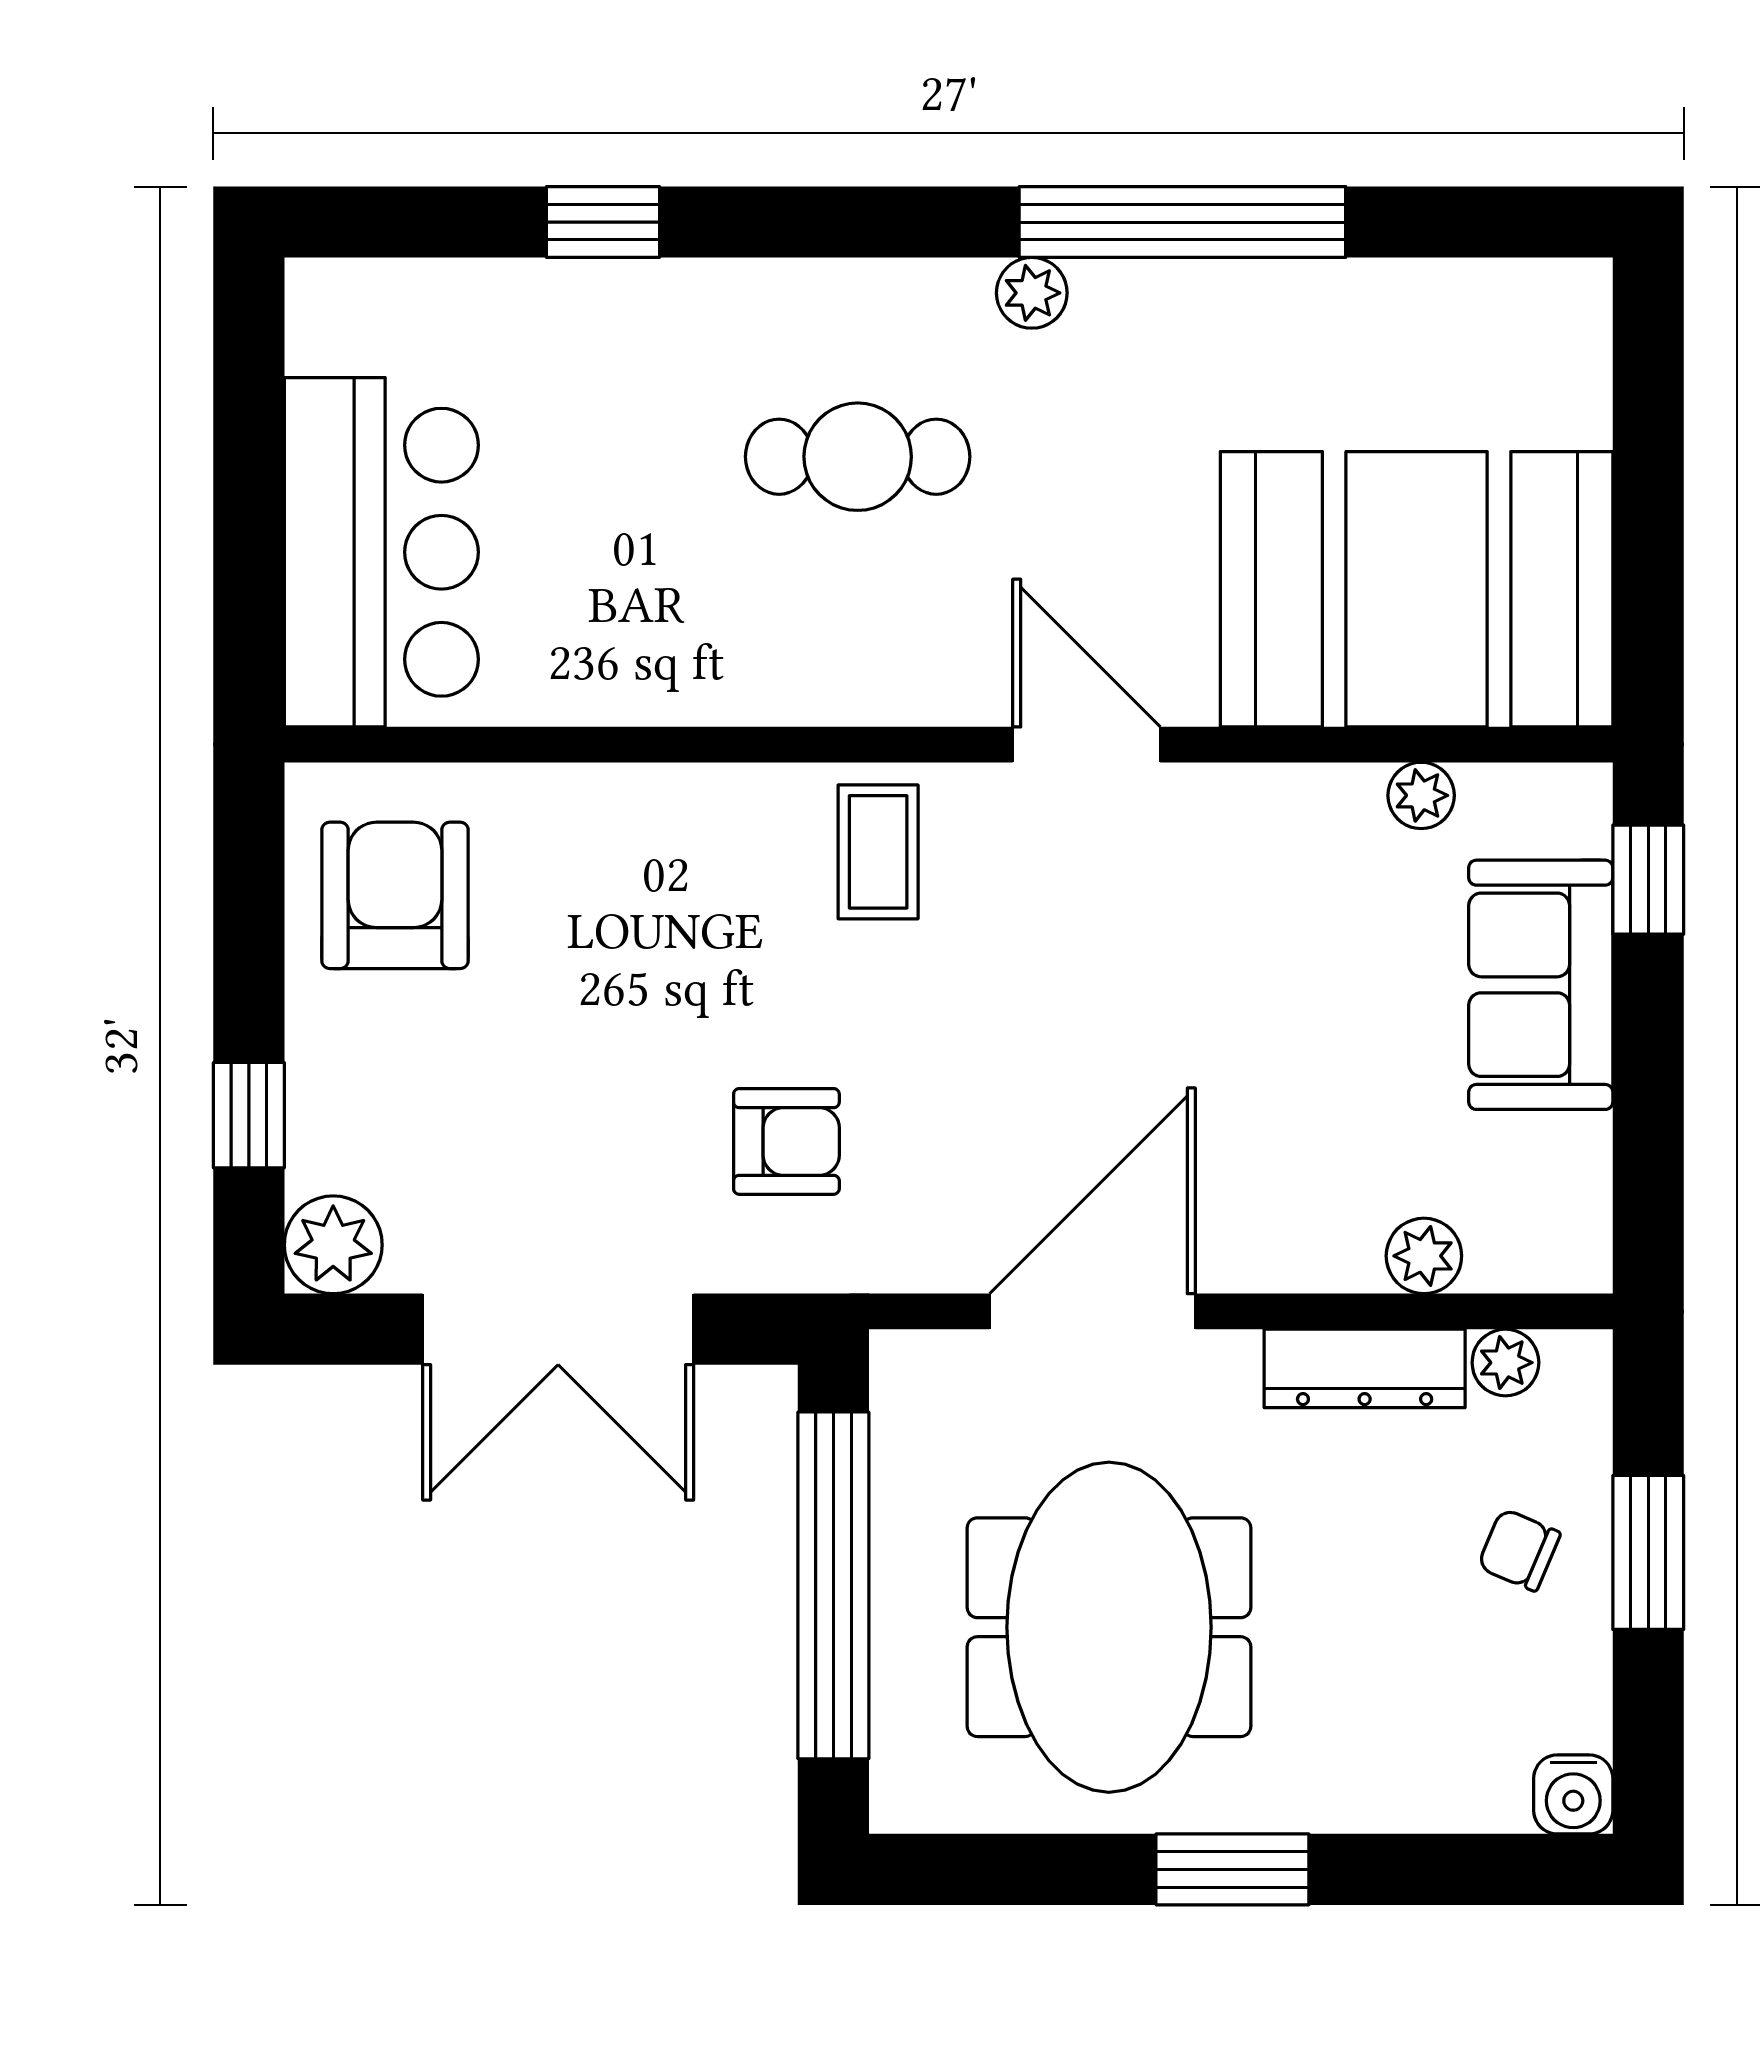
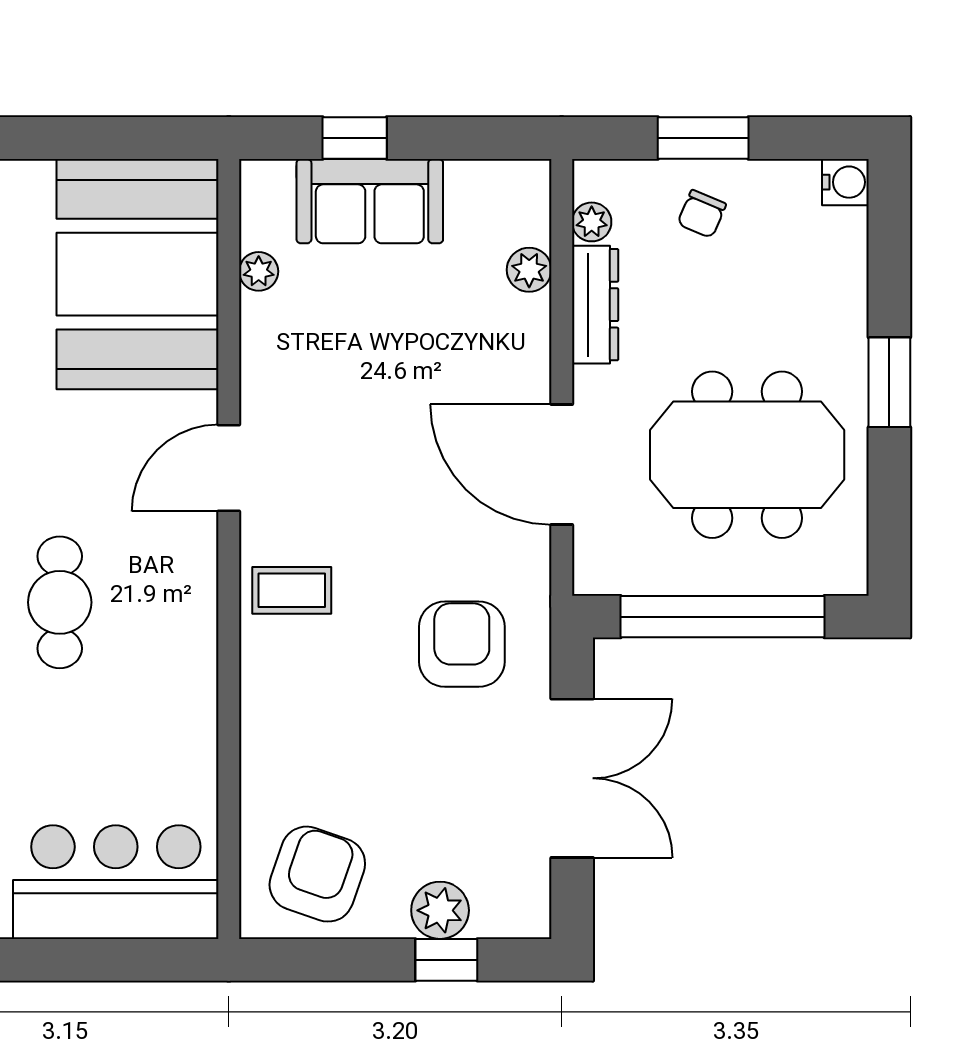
window: (1648, 880) -> (355, 138), moved
armchair: (395, 895) -> (317, 874), turned 109
armchair: (786, 1141) -> (462, 644), width x1.38, depth x1.38
plant: (333, 1245) -> (440, 910), moved

